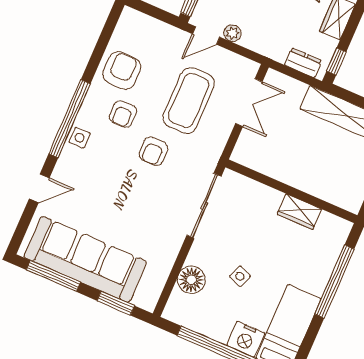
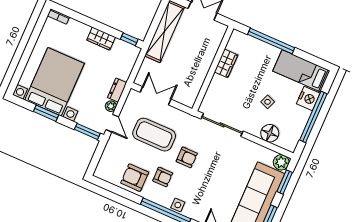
dresser: (303, 63) -> (117, 90), moved
plant: (146, 298) -> (281, 162), added

